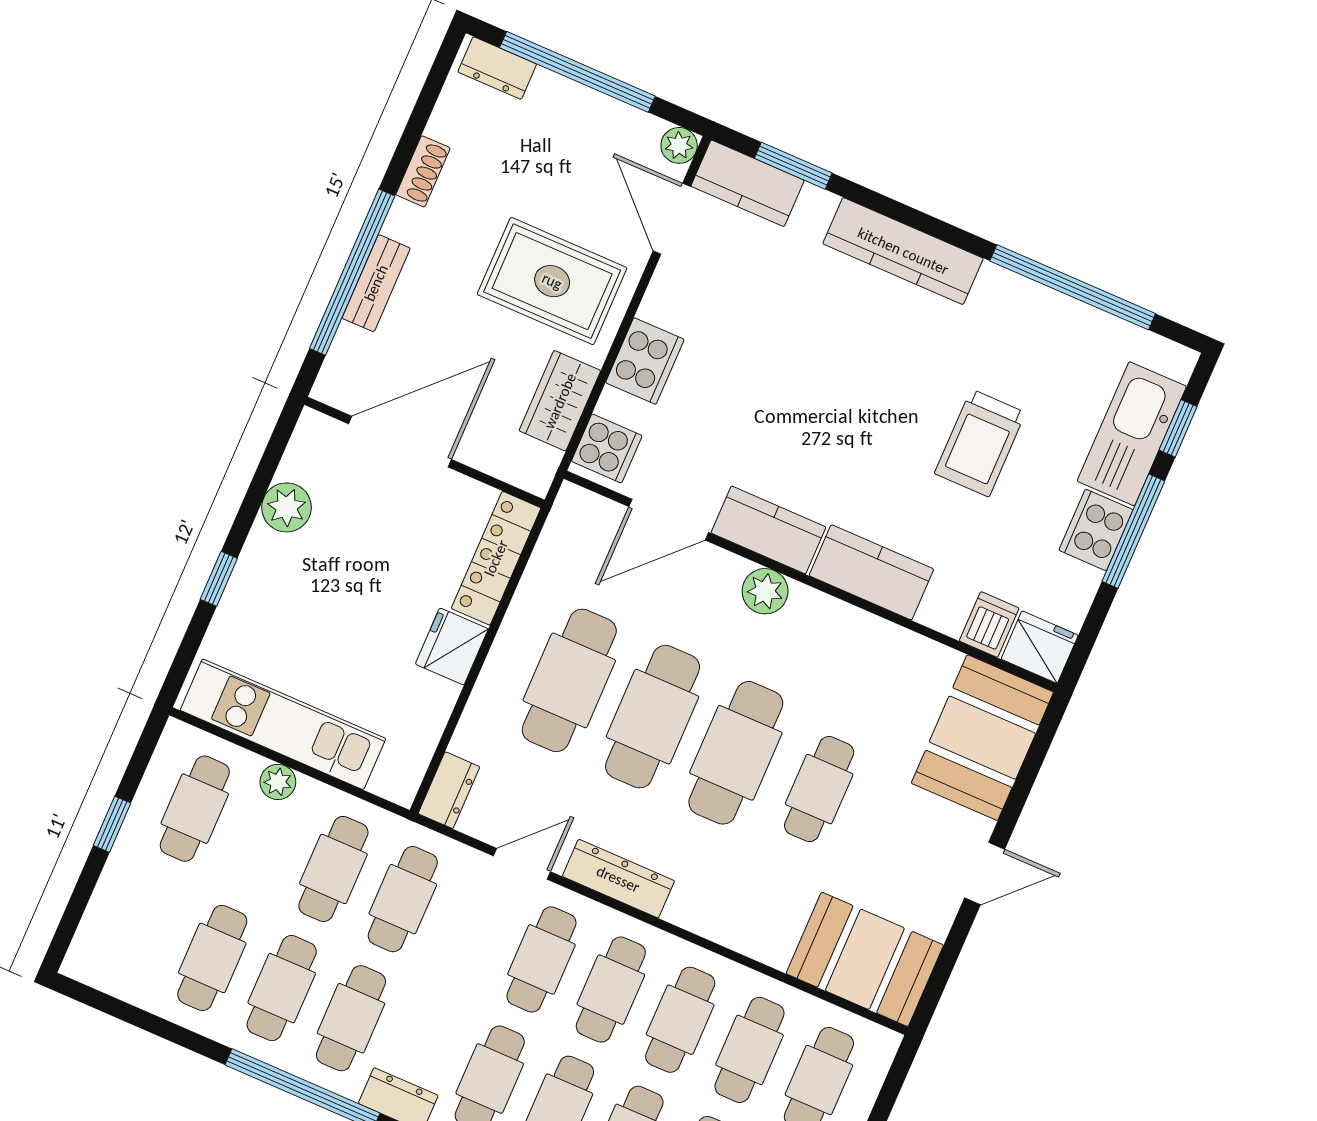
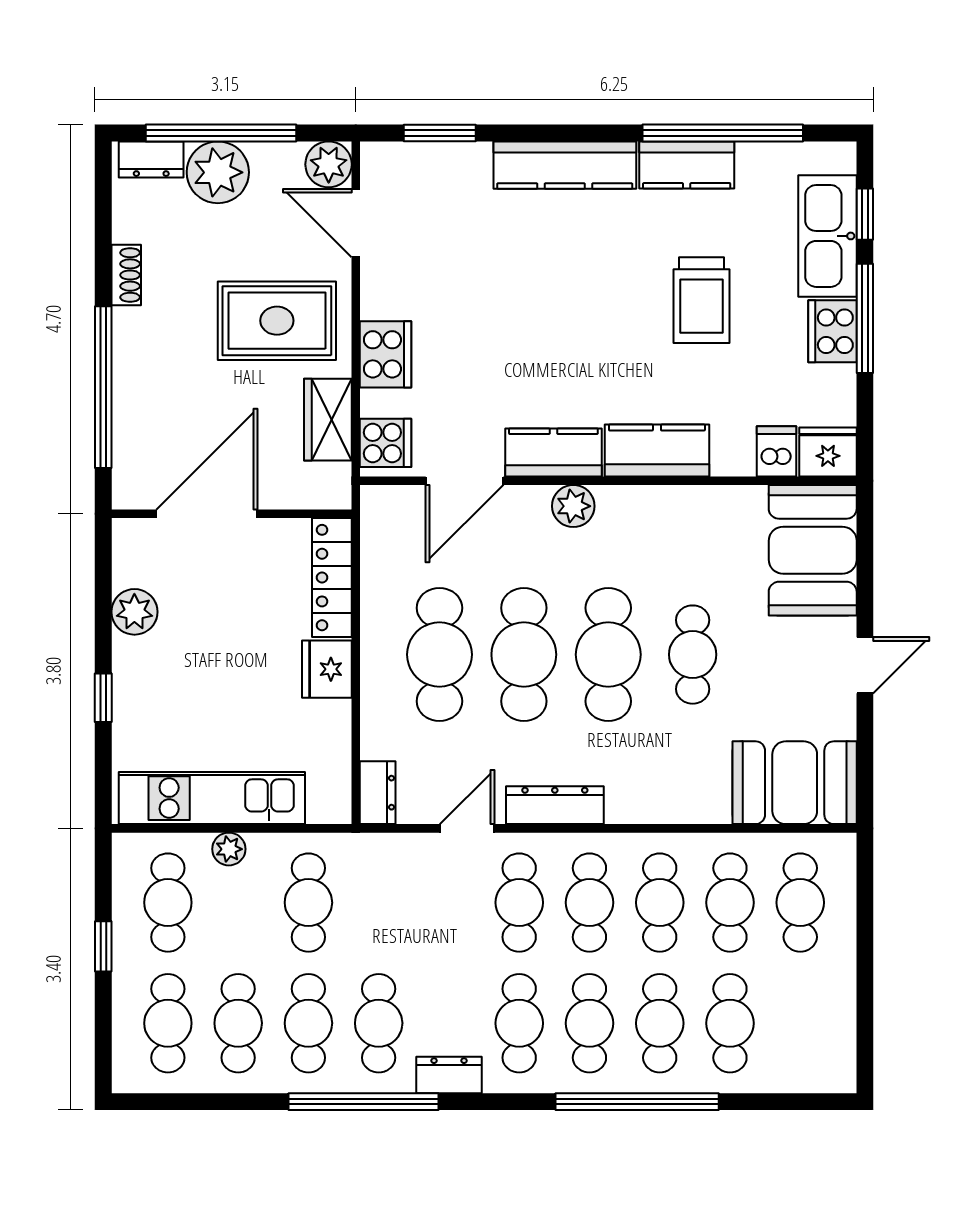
plant: (557, 109) -> (218, 172), added
plant: (679, 145) -> (329, 164), width x1.38, depth x1.38
kitchen counter: (748, 183) -> (687, 165), moved
bench: (376, 283) -> (128, 388), removed
cafe table: (403, 899) -> (168, 1023), moved

